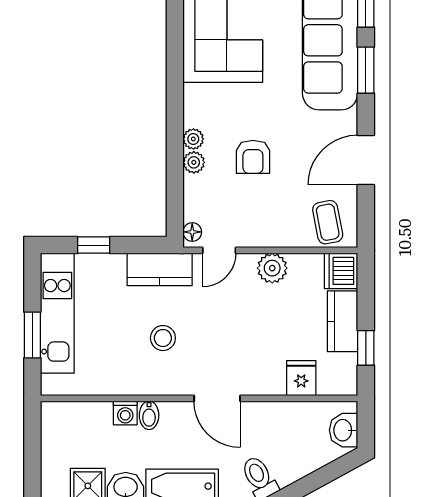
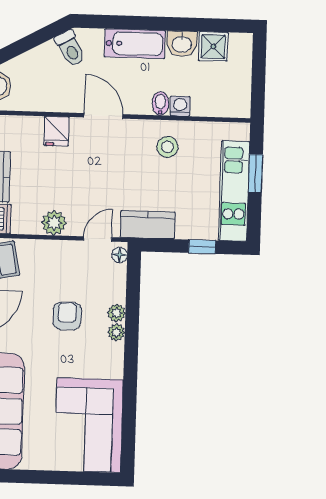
stool: (163, 338) -> (167, 147), moved
fridge: (301, 378) -> (56, 131), moved

